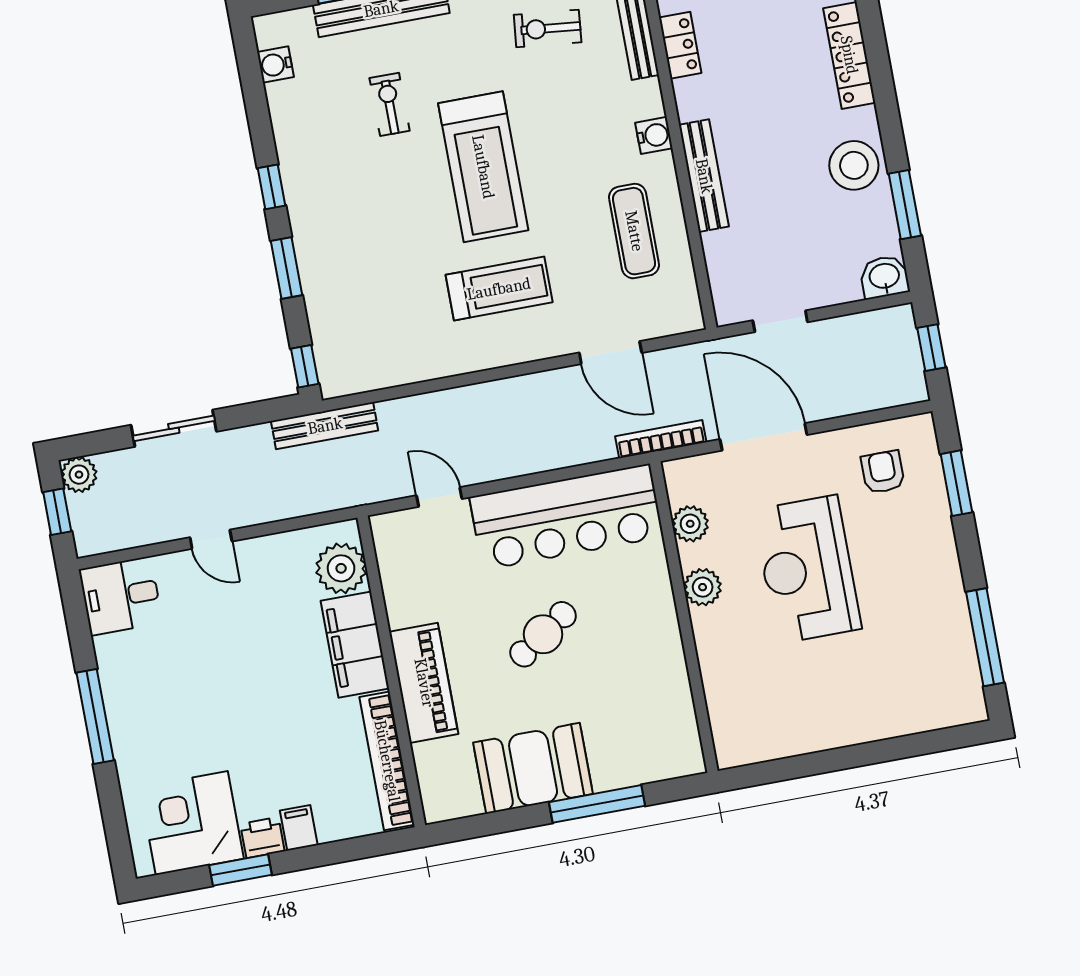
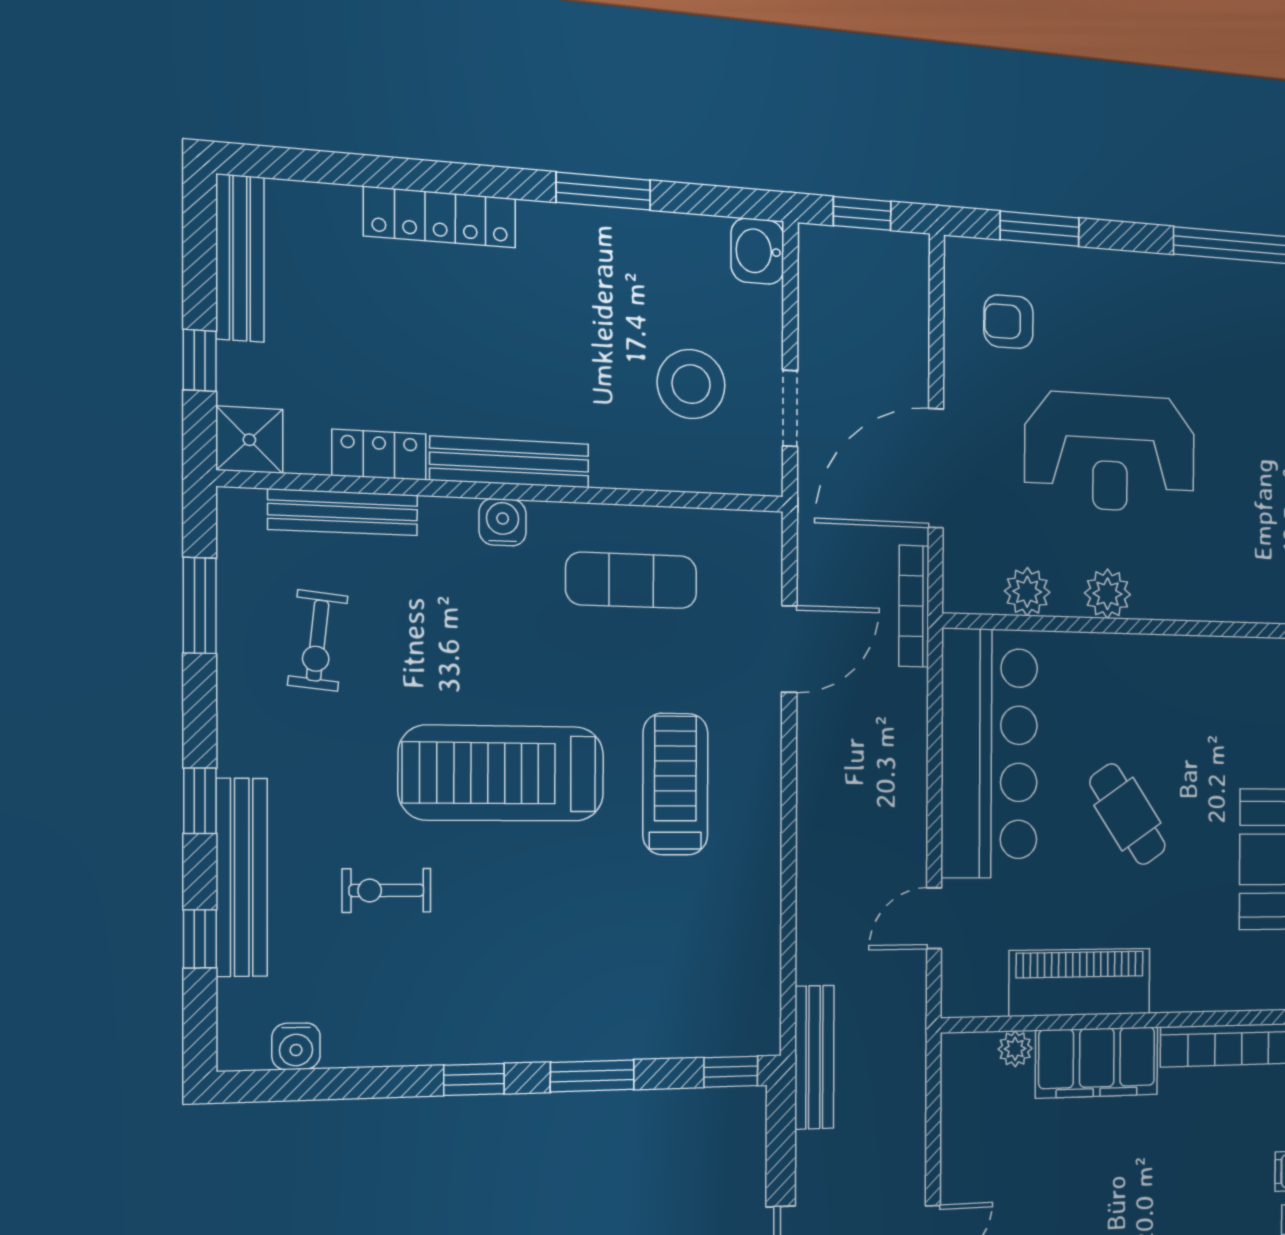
stool: (854, 165) -> (691, 384), moved
treadmill: (483, 167) -> (502, 773), turned 180
bench: (704, 176) -> (510, 462), moved
window: (905, 205) -> (603, 191), moved
plant: (341, 568) -> (1015, 1049), width x0.53, depth x0.53
piano: (424, 683) -> (1080, 982), moved

